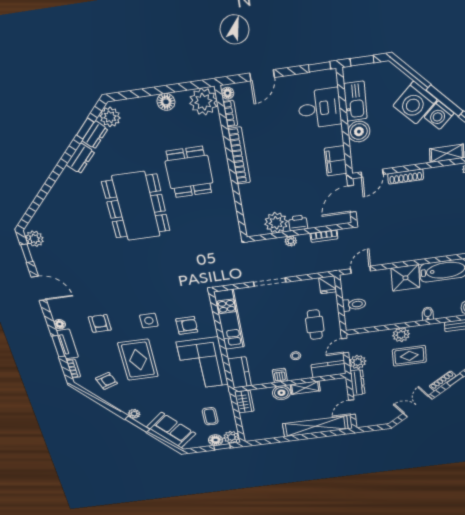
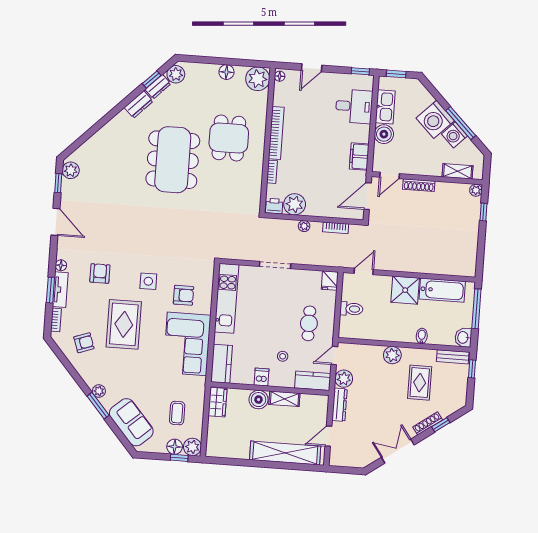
bookcase: (230, 114) -> (272, 172), moved
printer: (298, 223) -> (274, 206), moved
rug: (409, 356) -> (420, 383), moved, turned 90

